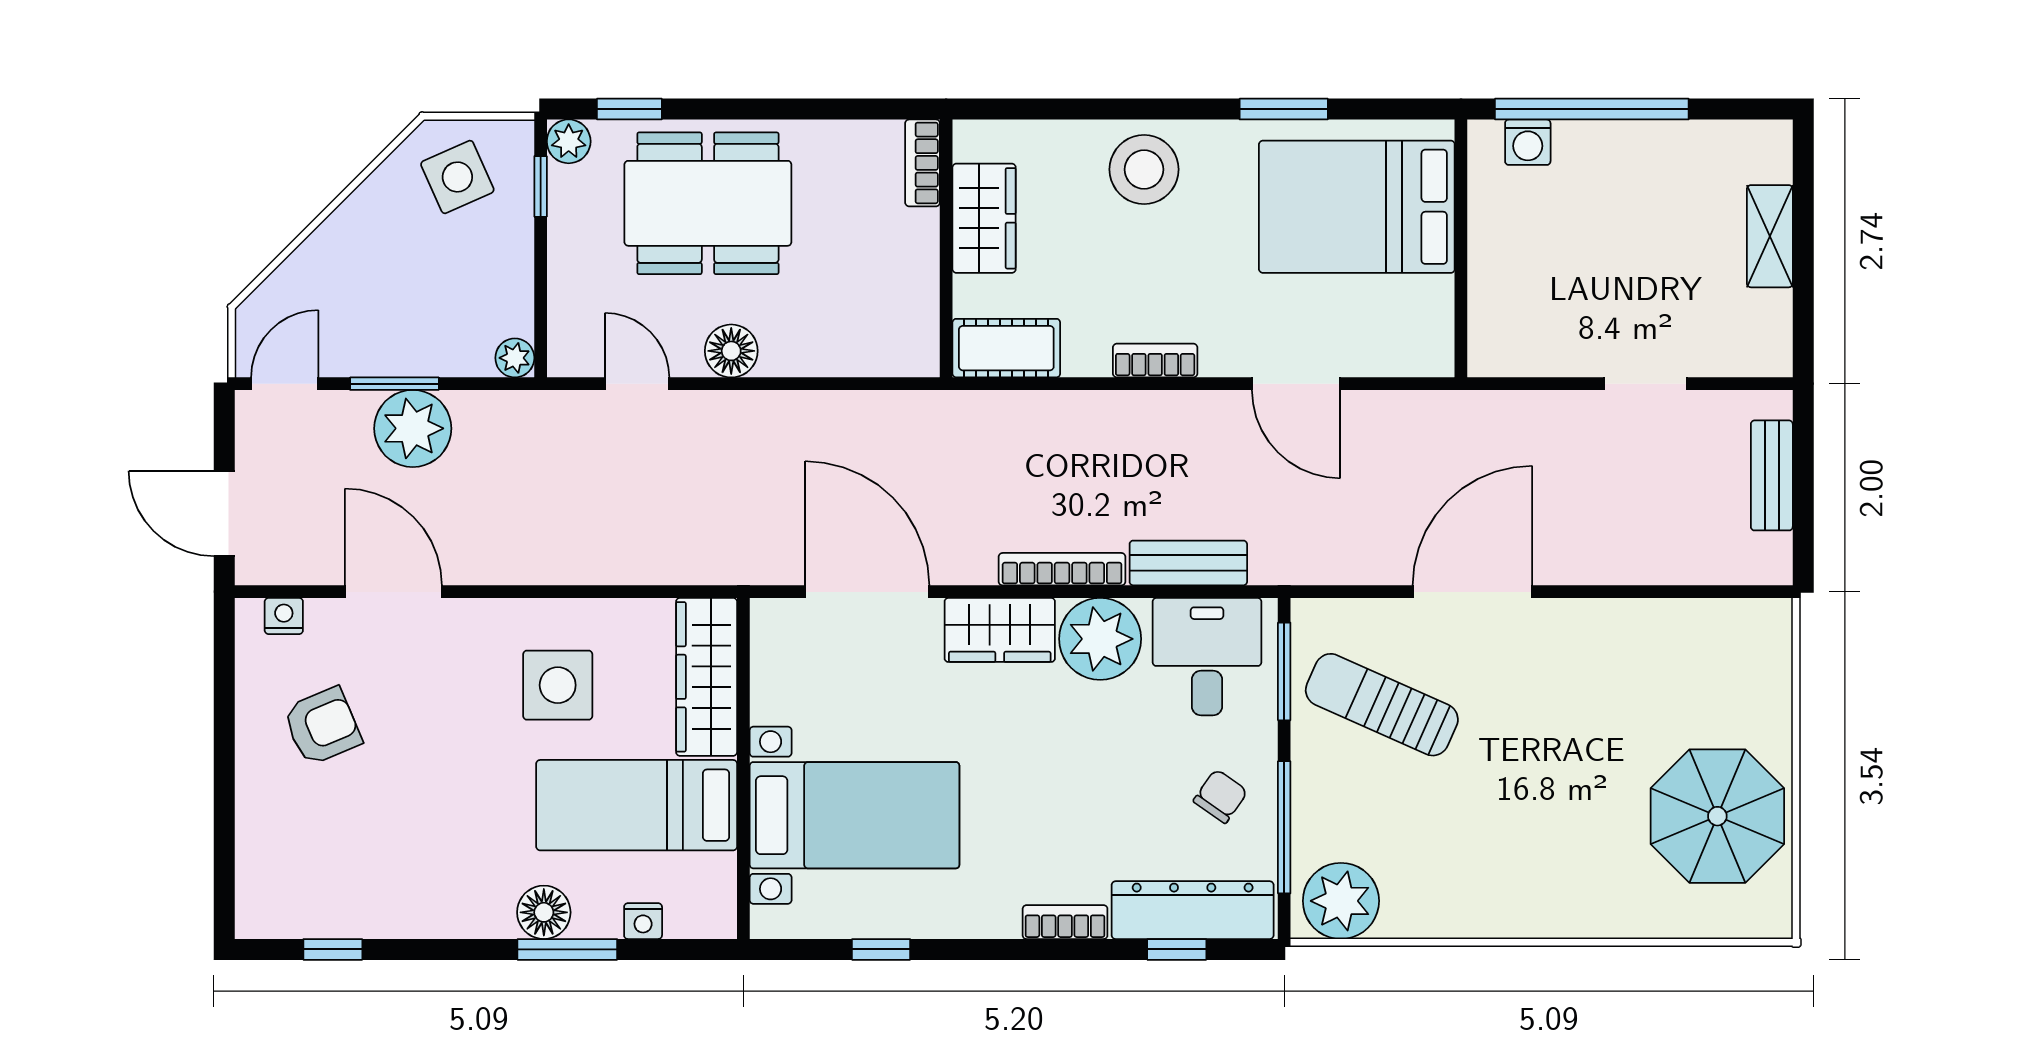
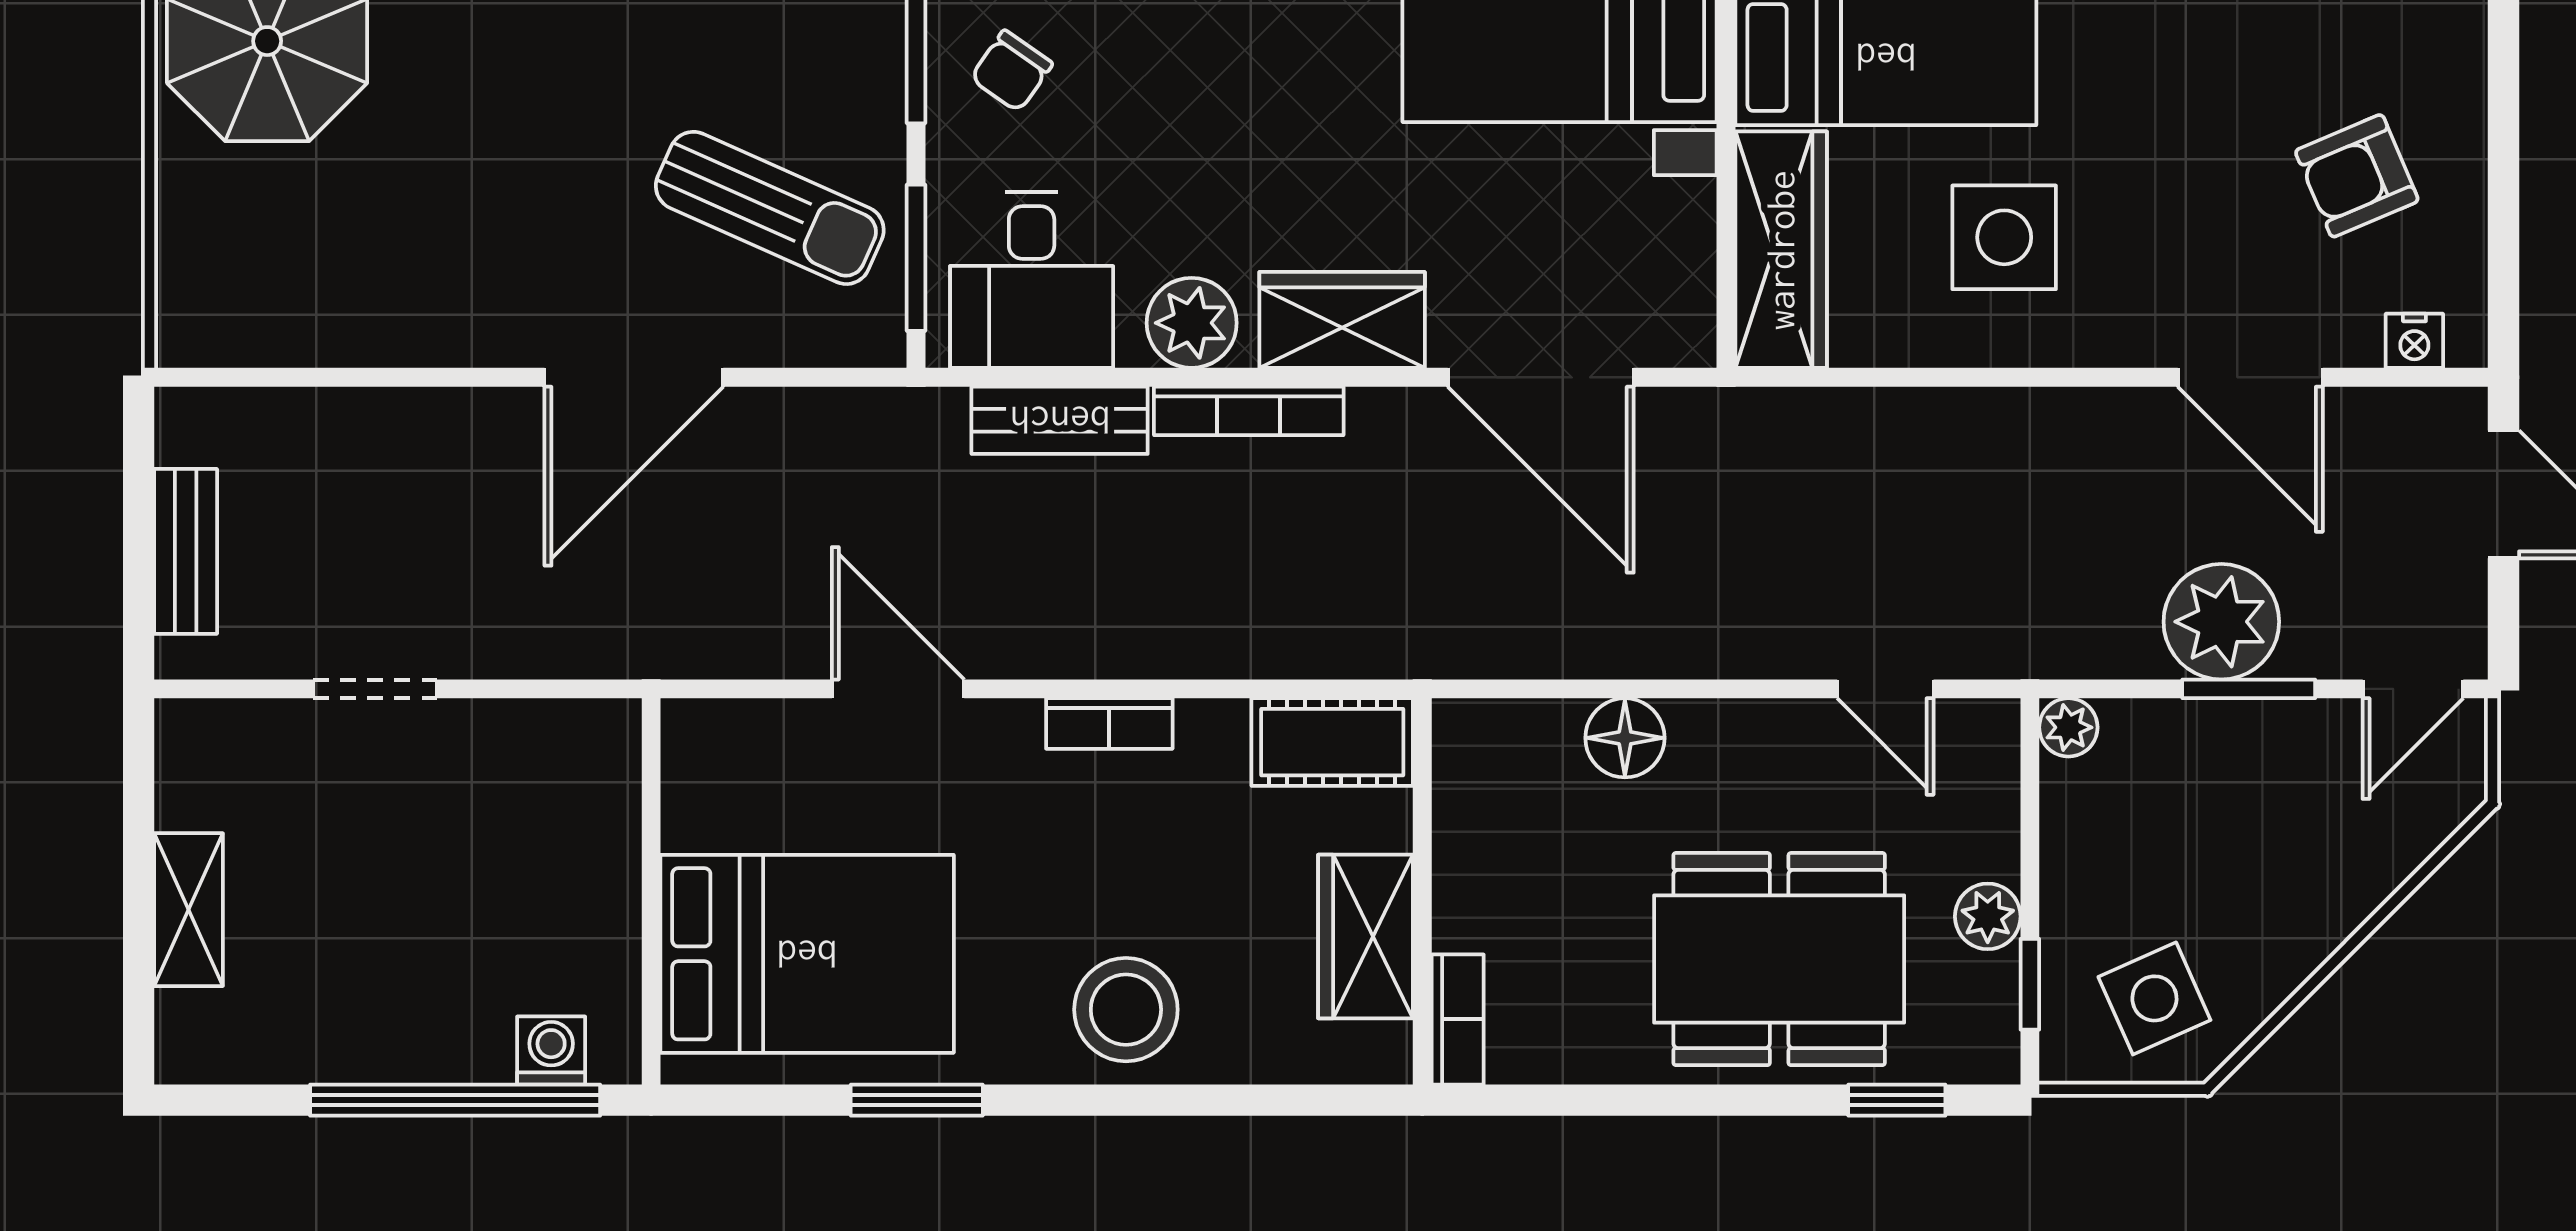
plant: (569, 141) -> (1988, 916), moved
floor lamp: (731, 351) -> (1625, 738), moved
plant: (1100, 639) -> (1192, 323), width x0.73, depth x0.73

